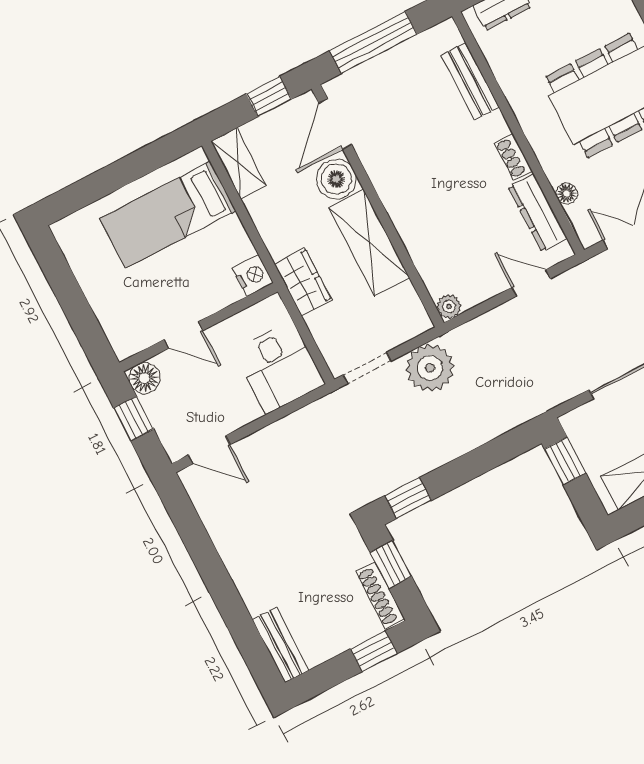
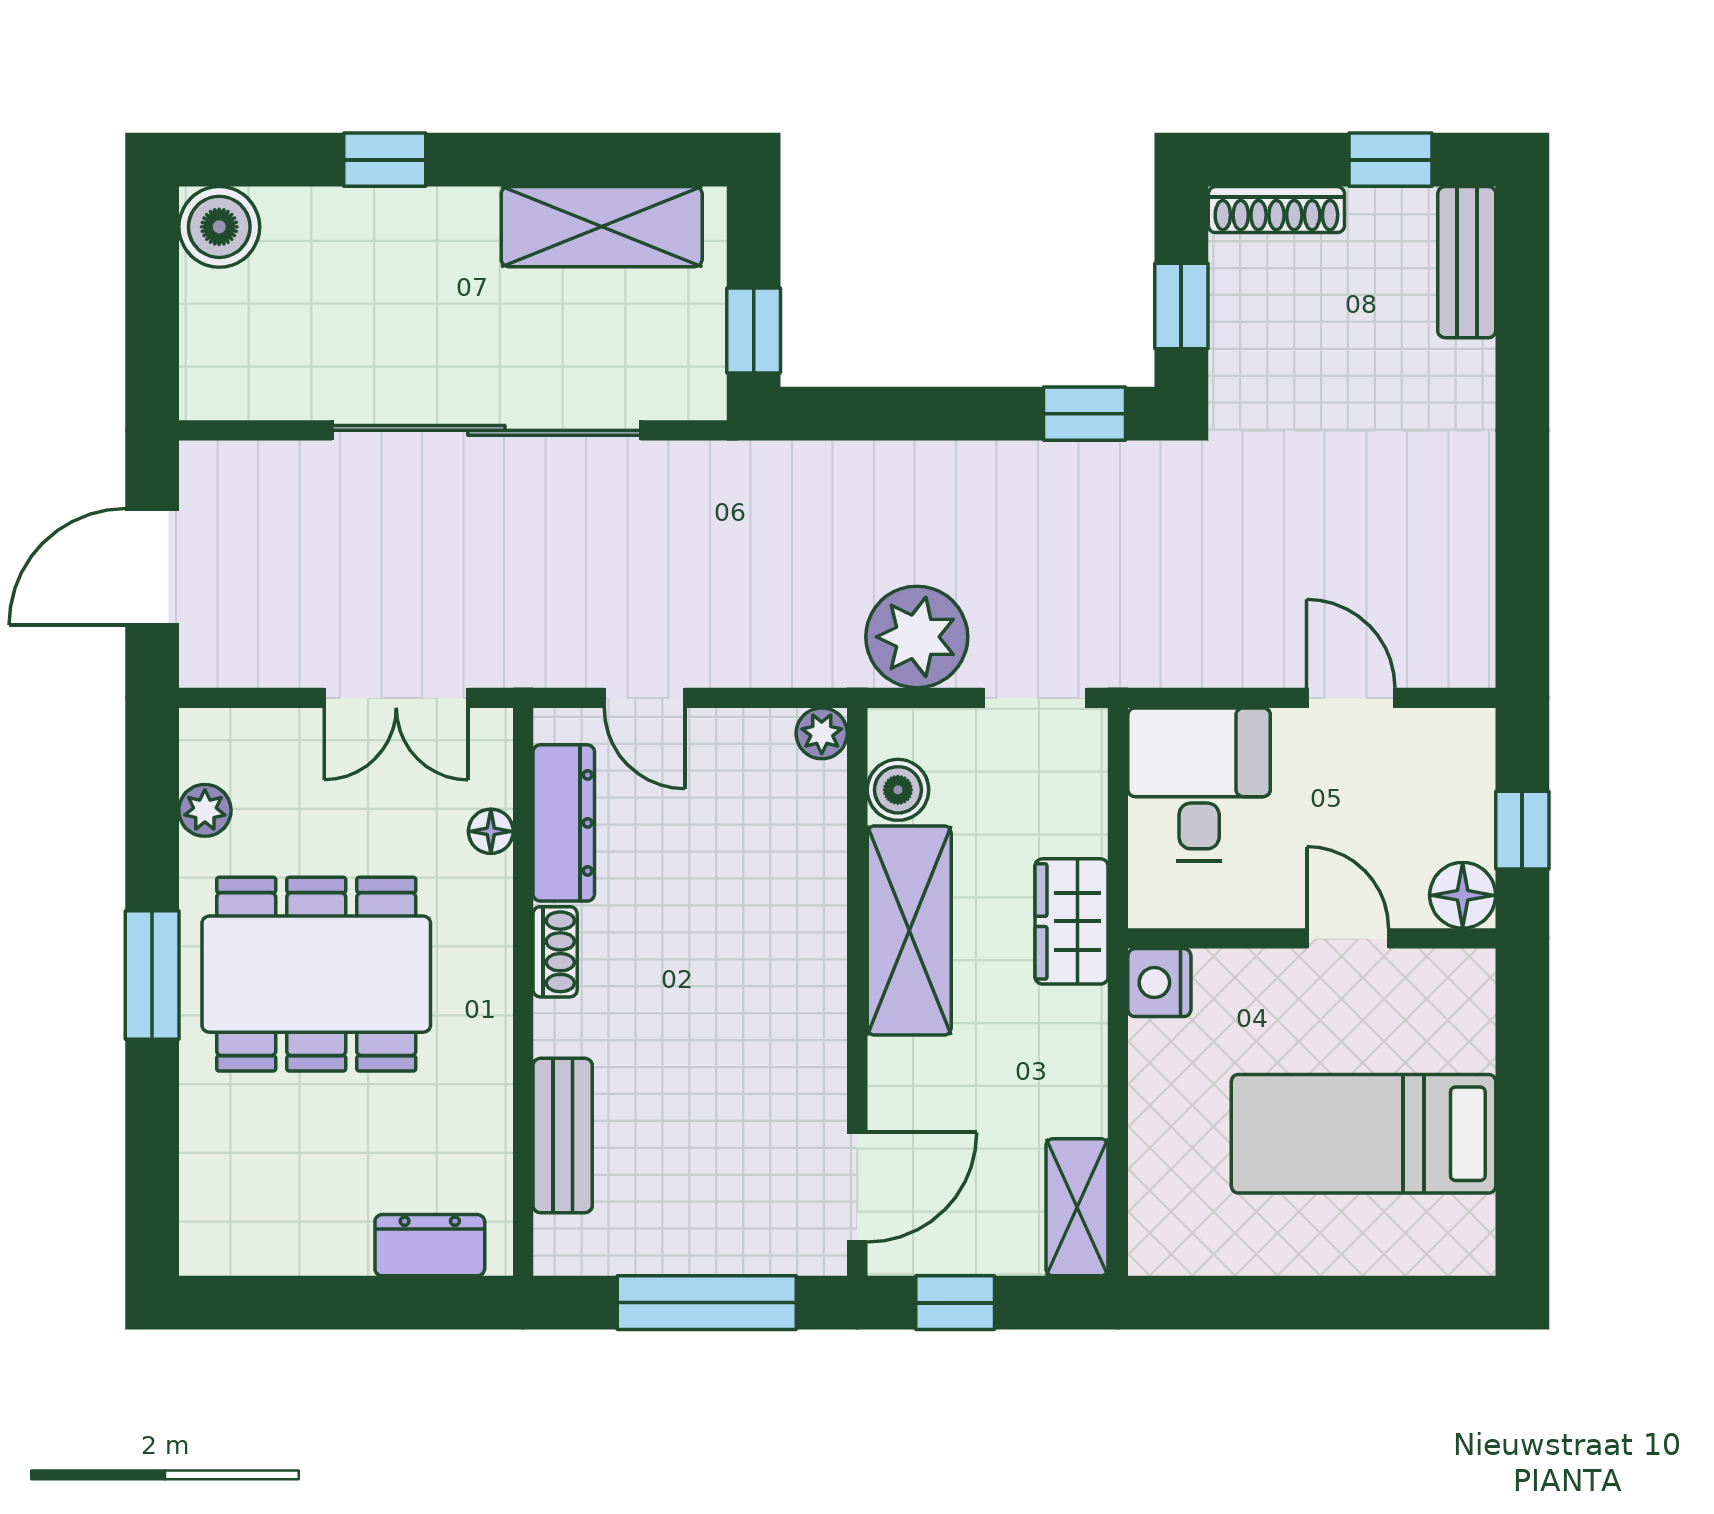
boiler: (336, 179) -> (898, 790), moved, width x0.73, depth x0.73
bed: (168, 215) -> (1364, 1134), moved, turned 180
door: (209, 450) -> (1351, 698), moved
shoe rack: (380, 595) -> (1276, 210), moved, turned 90
window: (374, 651) -> (1390, 160), moved

